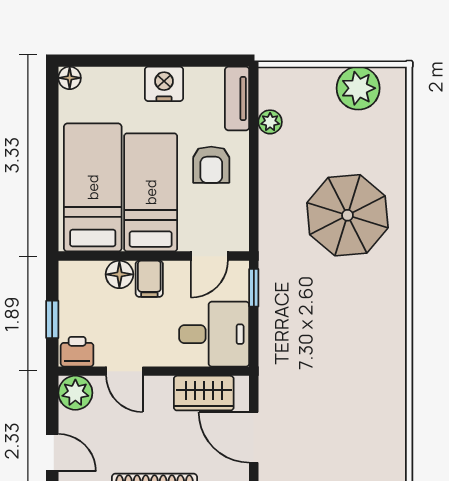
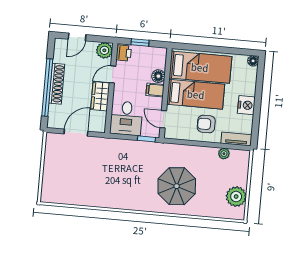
wardrobe: (204, 393) -> (100, 96), moved

